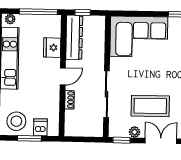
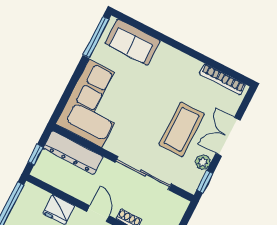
dresser: (74, 37) -> (73, 153), moved, turned 180

